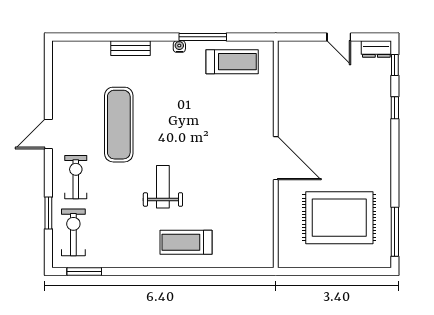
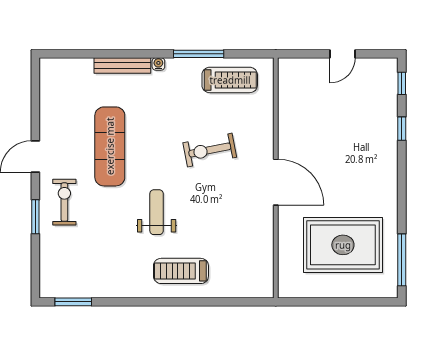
door: (339, 37) -> (343, 54), hinge flipped
water cooler: (179, 47) -> (158, 64), moved
bench: (131, 48) -> (122, 66), width x1.36
dresser: (376, 49) -> (382, 67), removed
window: (48, 213) -> (35, 217), moved
exercise bike: (73, 232) -> (210, 150), moved, turned -101

